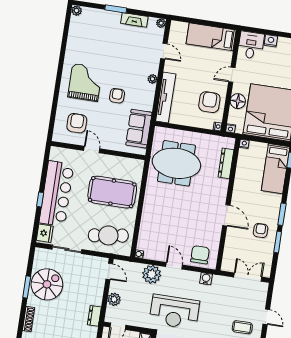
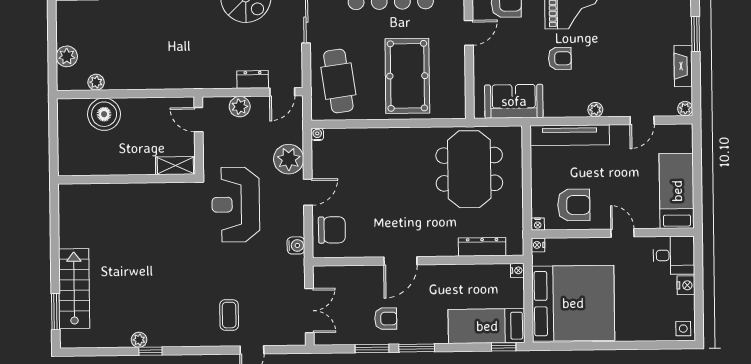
floor lamp: (238, 101) -> (583, 249), removed
dresser: (94, 316) -> (253, 79), moved

